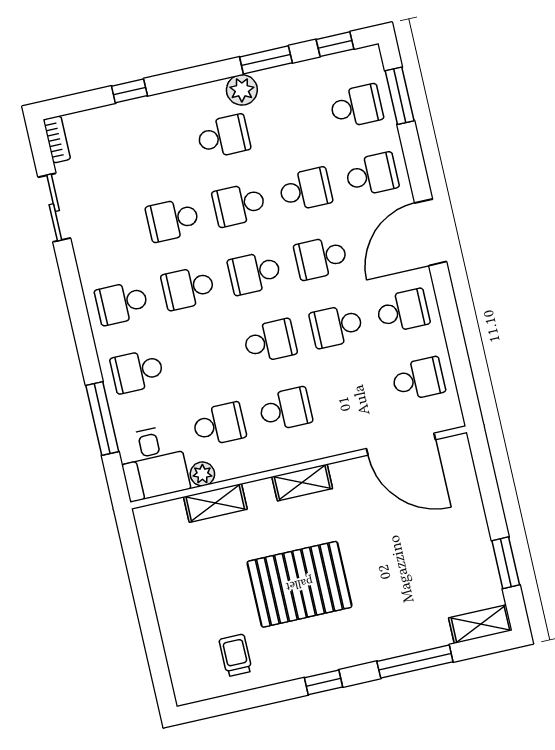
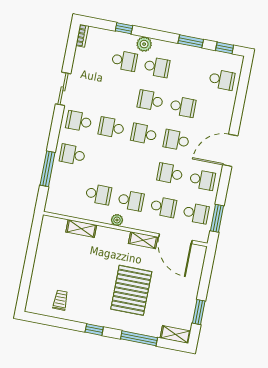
plant: (242, 90) -> (144, 44), moved
window: (400, 96) -> (217, 218), moved
school desk: (372, 174) -> (215, 113), removed
sliding door: (54, 208) -> (63, 89), moved
school desk: (173, 220) -> (124, 61), moved, turned 180
school desk: (270, 341) -> (163, 207), moved
desk: (153, 463) -> (62, 198), removed
plant: (202, 474) -> (117, 220), moved
shelving: (302, 482) -> (143, 240), moved
pallet: (299, 584) -> (131, 290), moved, turned 90

